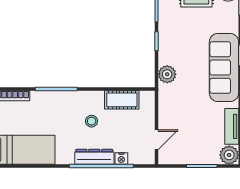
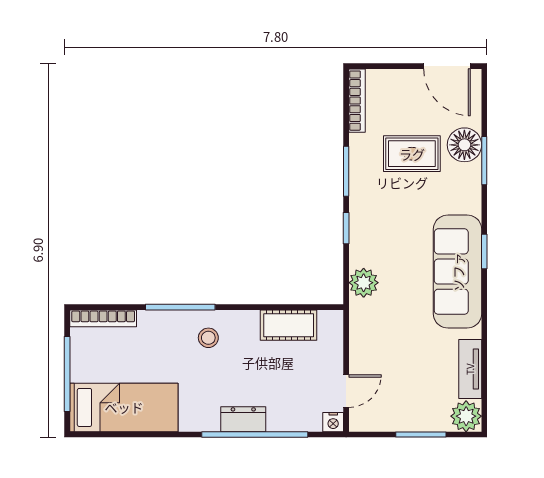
stool: (92, 121) -> (208, 338), moved
dresser: (94, 157) -> (243, 419), width x0.70
nightstand: (121, 159) -> (333, 422), moved

